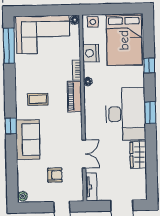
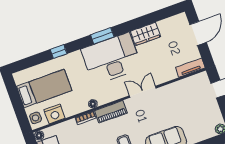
bed: (124, 40) -> (44, 88), width x0.67
nightstand: (91, 53) -> (55, 114), moved
double door: (84, 154) -> (143, 92), moved
armchair: (55, 175) -> (191, 105), removed

